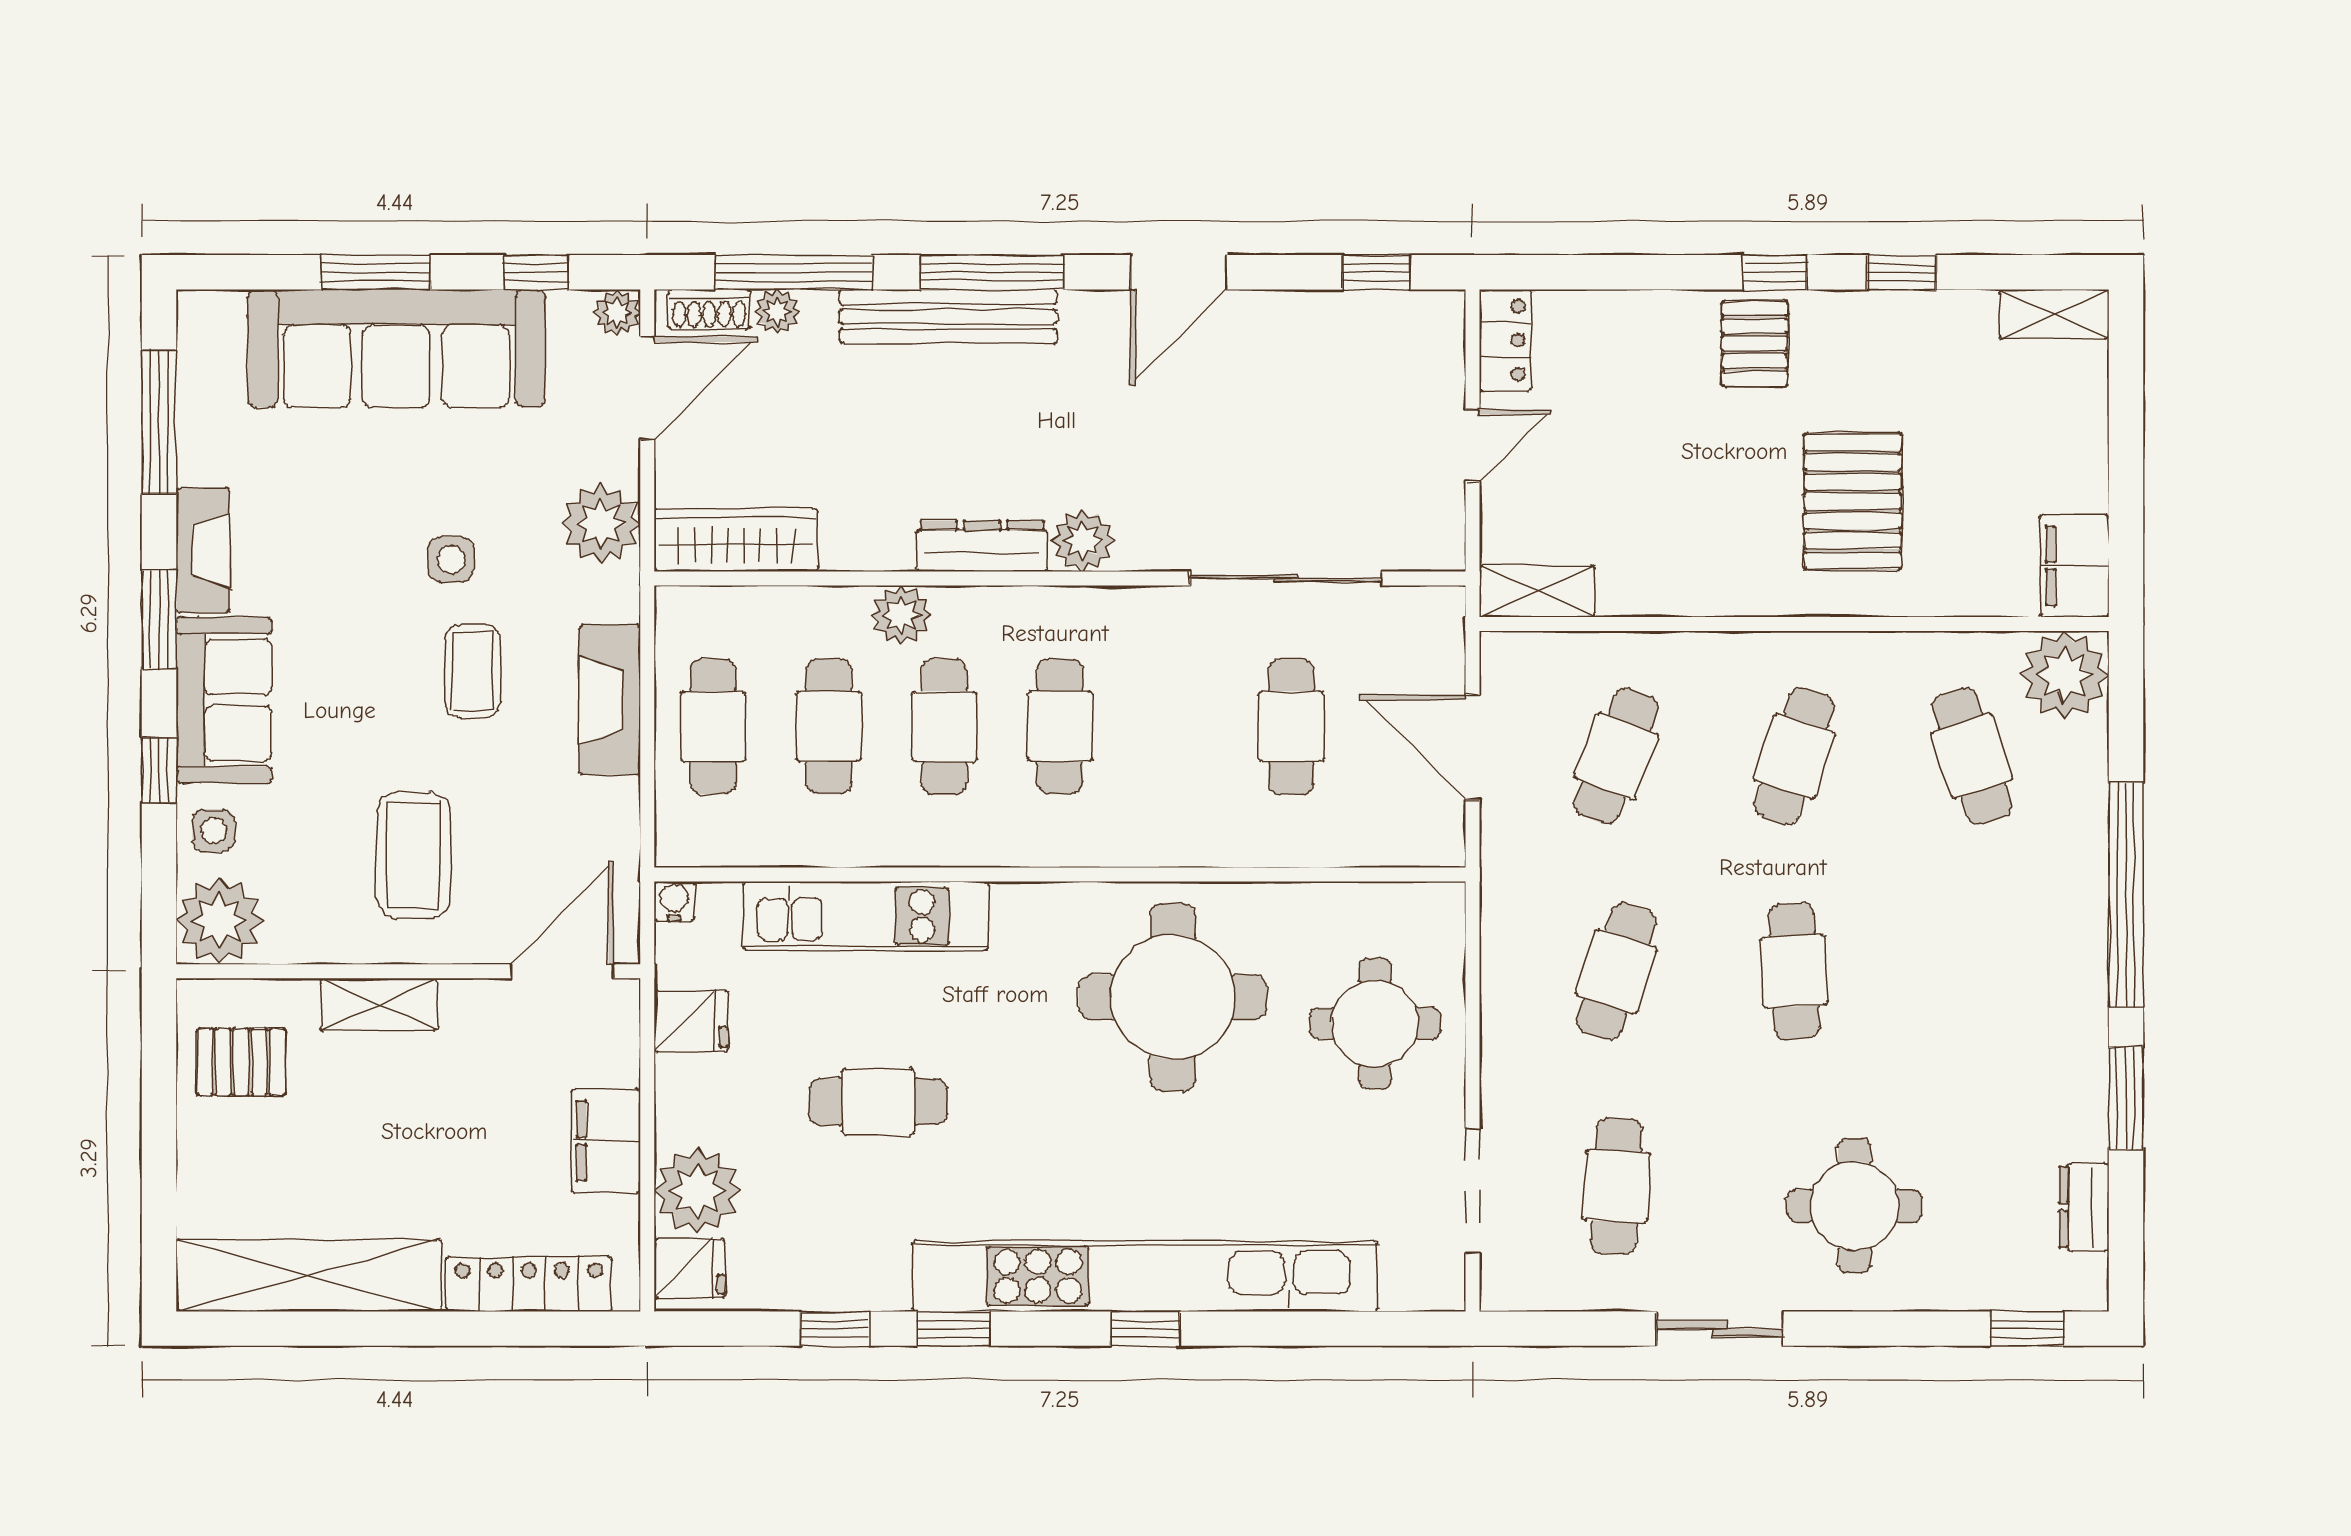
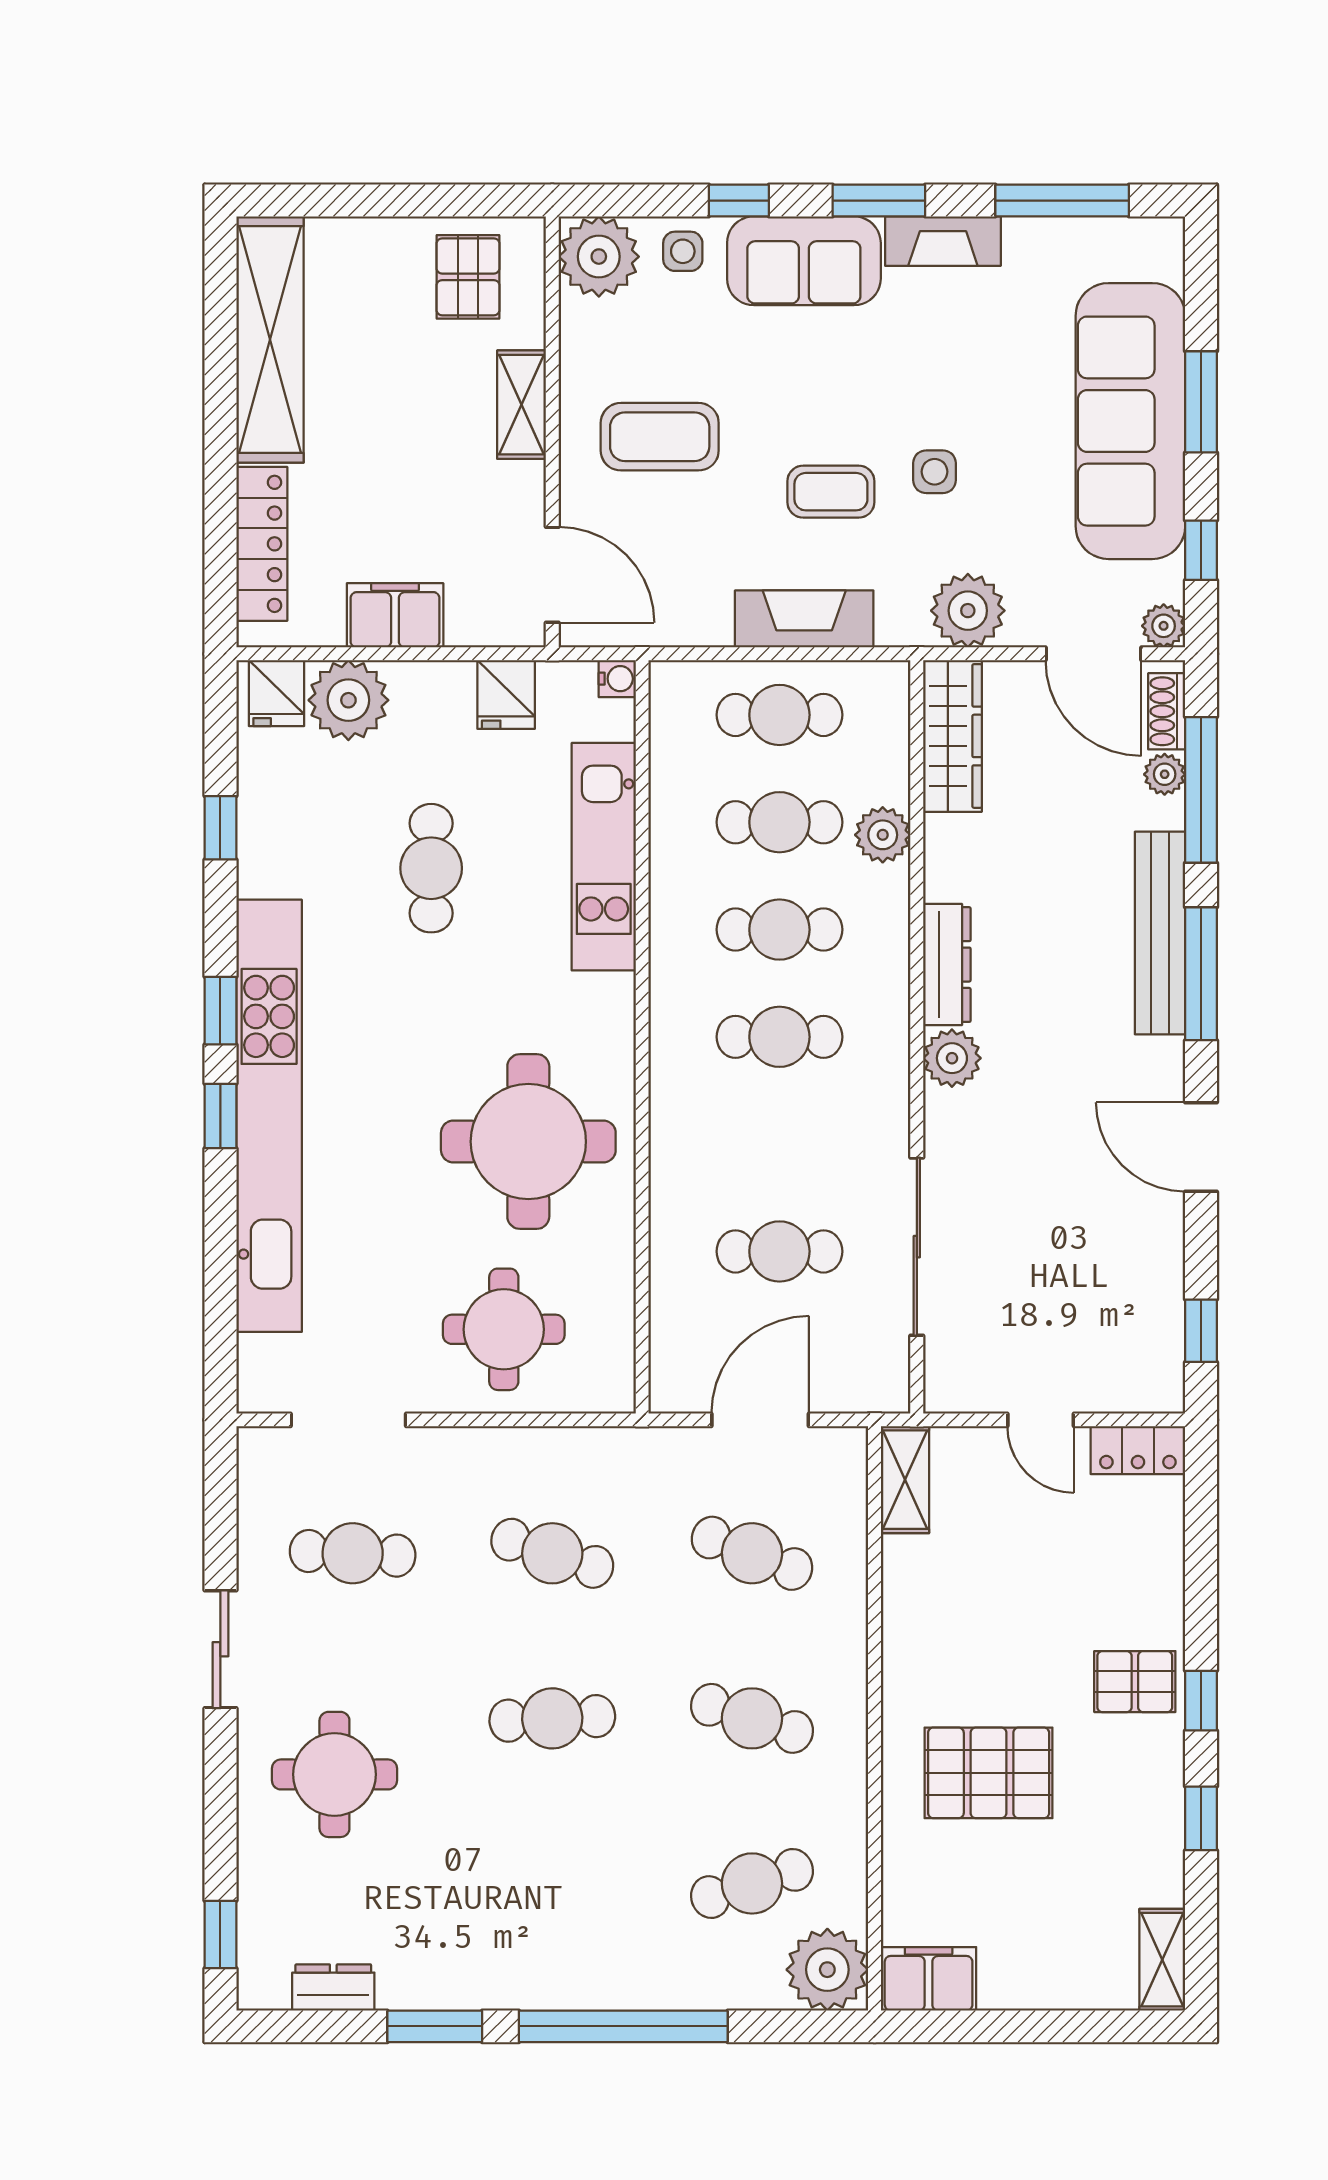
plant: (901, 615) -> (883, 835), moved
window: (954, 1329) -> (220, 1011), moved

